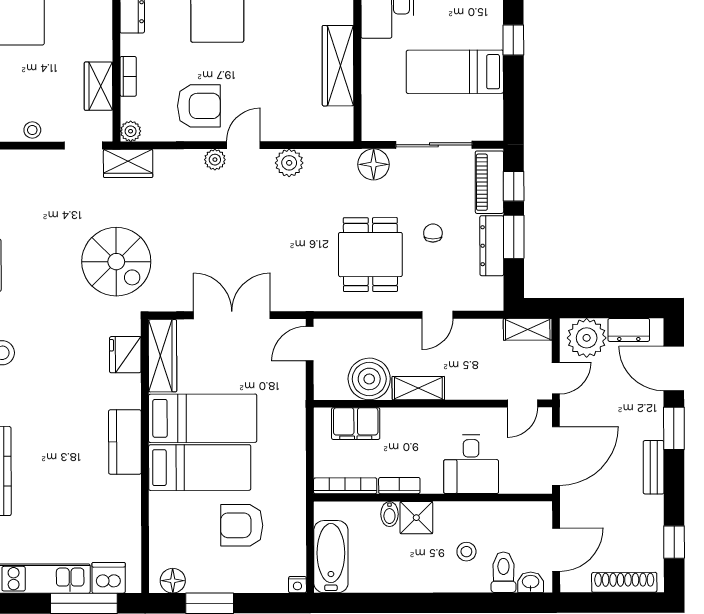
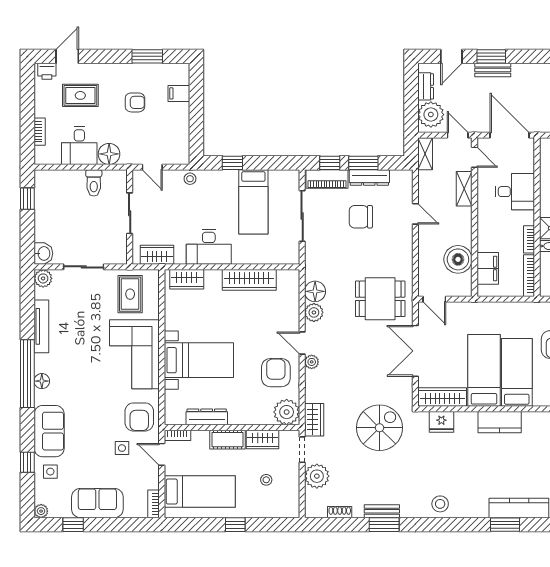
cot: (98, 33) -> (227, 440), added
bookcase: (128, 76) -> (256, 420), removed
stool: (32, 130) -> (266, 480), moved
plant: (131, 131) -> (287, 412), width x1.88, depth x1.88
floor lamp: (374, 164) -> (315, 291), moved
plant: (43, 168) -> (317, 476), added
chair: (433, 233) -> (361, 217), width x1.87, depth x1.87
dining table: (370, 255) -> (380, 299), moved
door: (674, 368) -> (451, 56), width x0.73
shelving: (418, 388) -> (464, 189), moved
bench: (654, 467) -> (493, 70), moved

